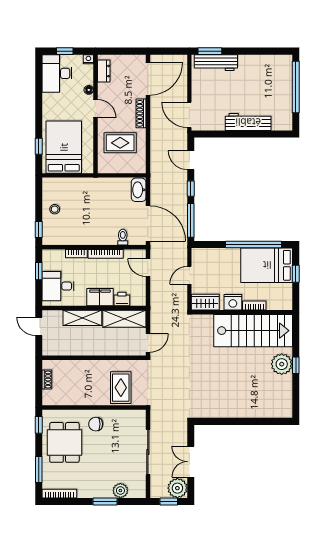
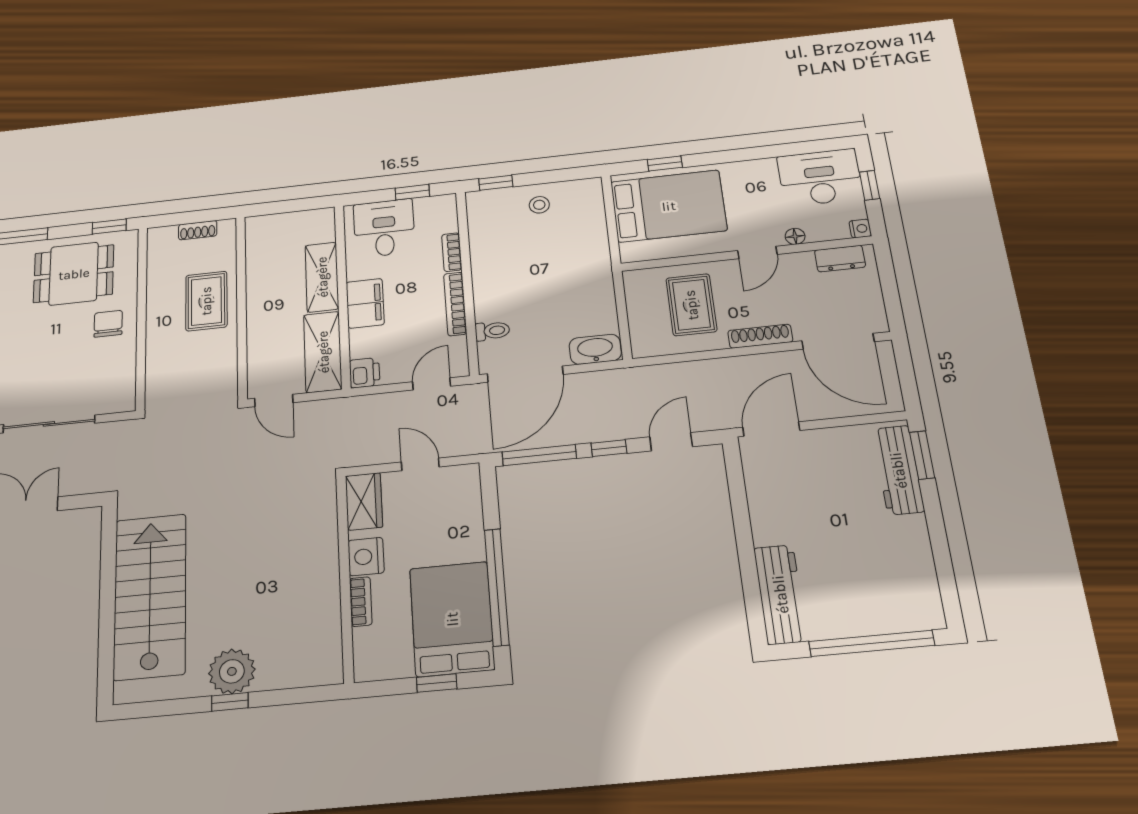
workbench: (248, 122) -> (780, 594), moved
printer: (122, 299) -> (365, 373), moved
door: (39, 326) -> (302, 205), removed
stairs: (253, 331) -> (150, 596), moved, turned 180
rug: (121, 388) -> (206, 301), moved, turned 90

